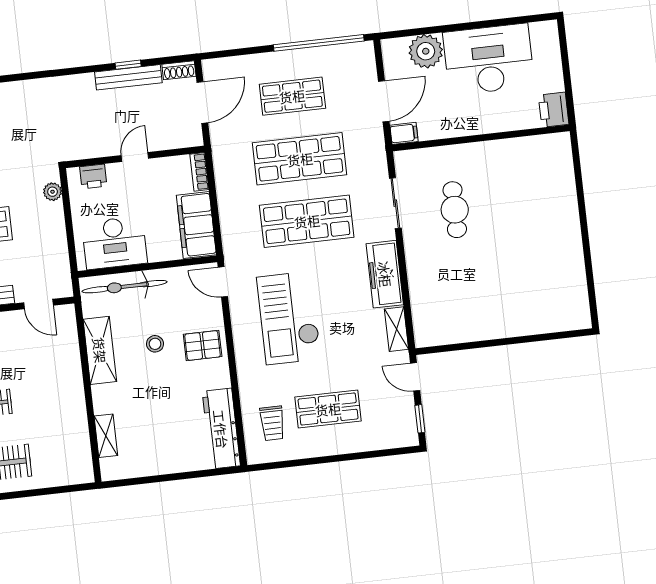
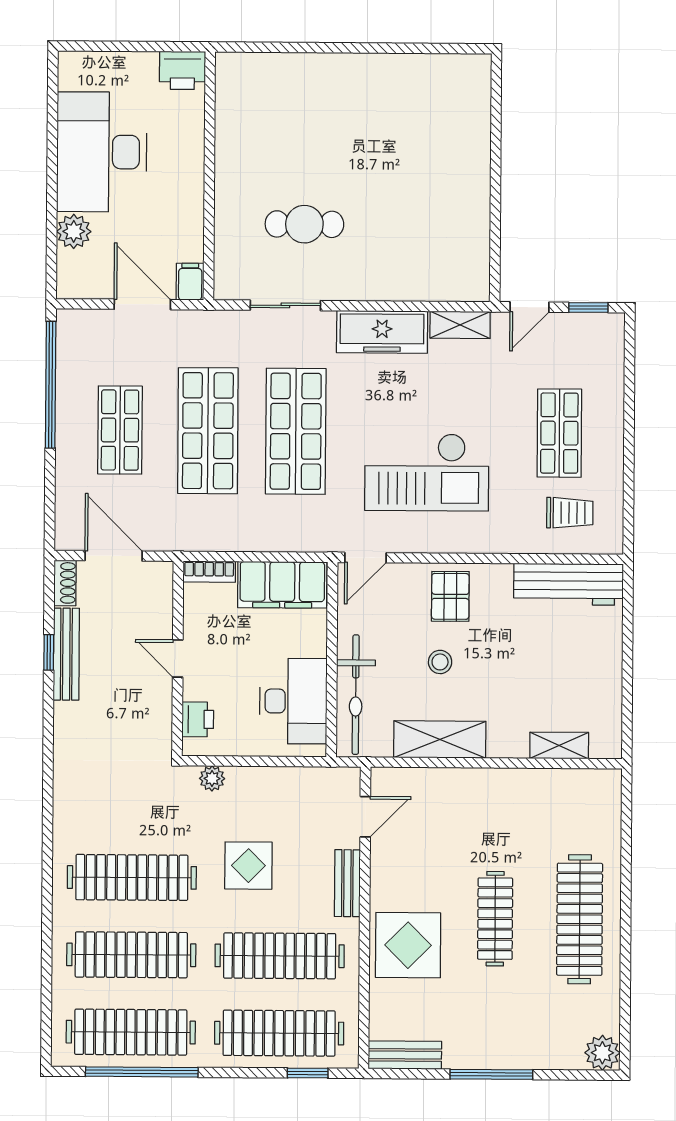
plant: (426, 51) -> (74, 231), width x0.73, depth x0.73

